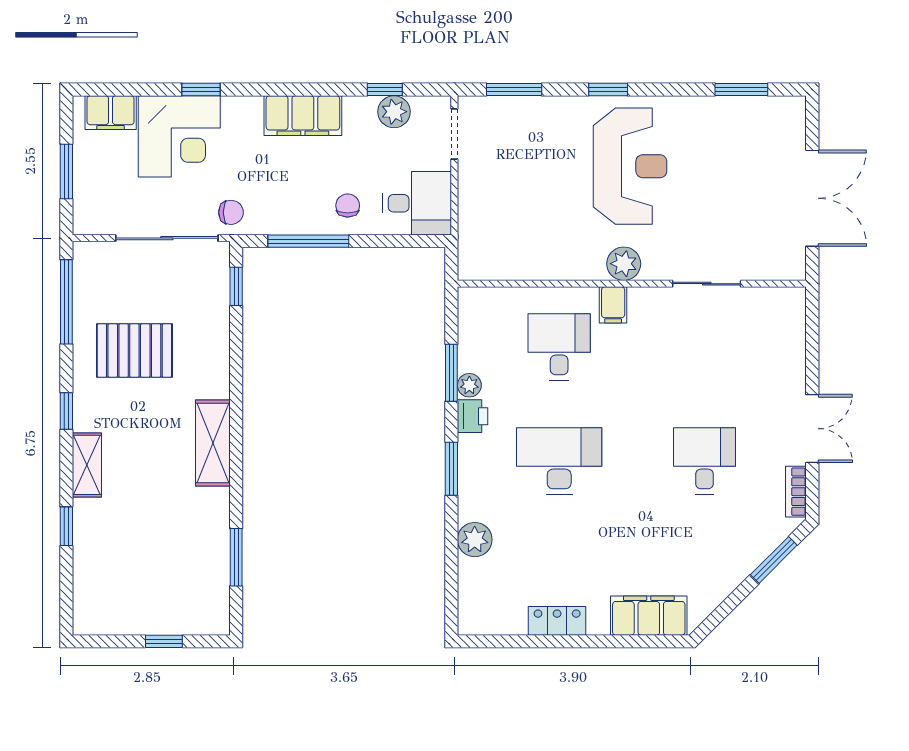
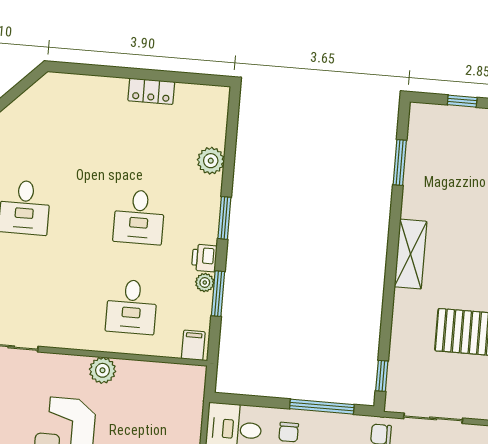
sliding door: (167, 238) -> (433, 418), width x0.73
plant: (624, 264) -> (103, 370), moved
filing cabinet: (613, 305) -> (193, 345), moved
desk: (559, 461) -> (139, 217), width x0.73
filing cabinet: (649, 616) -> (79, 89), removed

